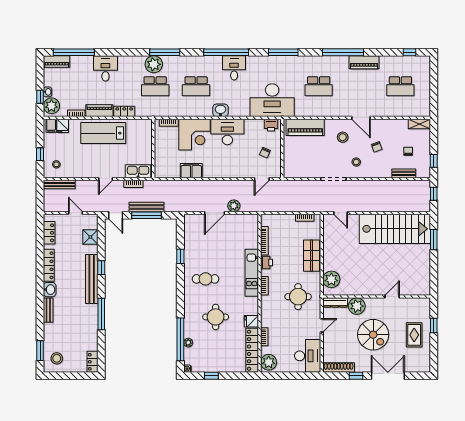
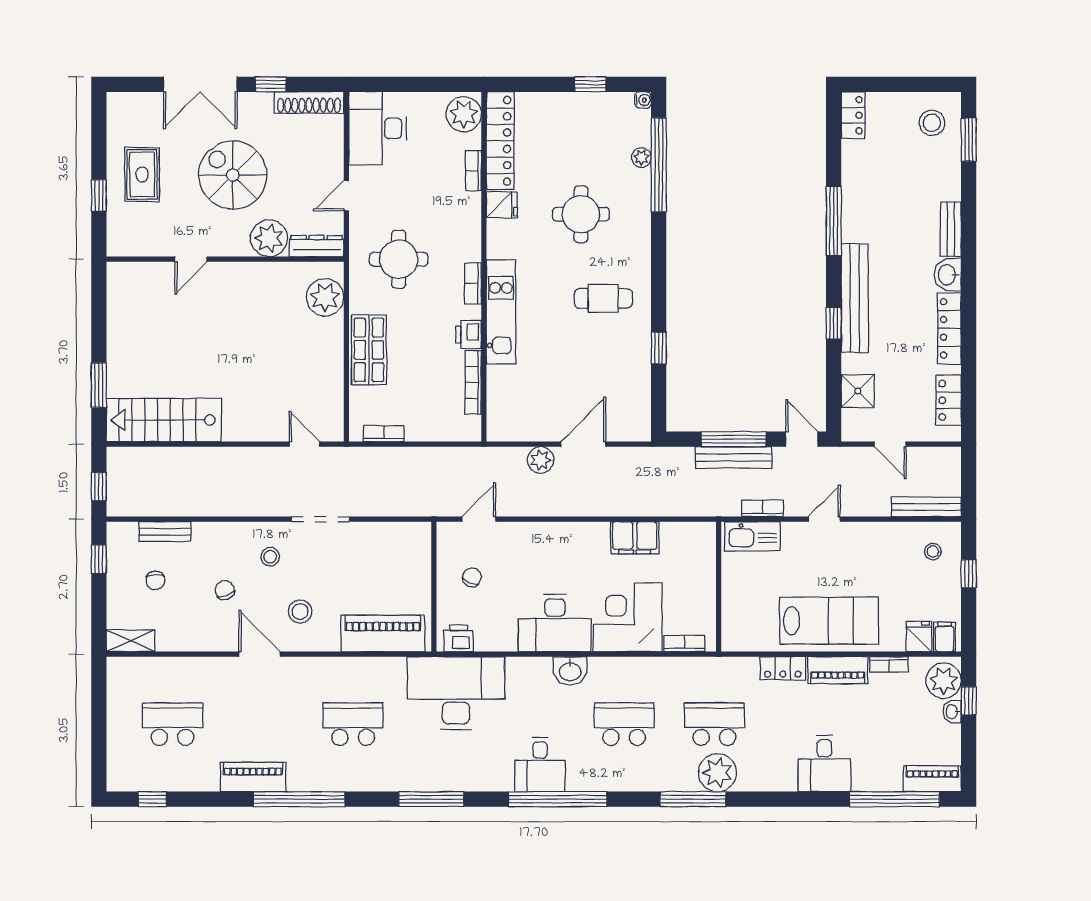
stairs: (395, 229) -> (164, 420), width x0.73, depth x0.66

